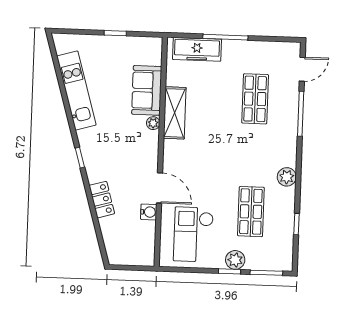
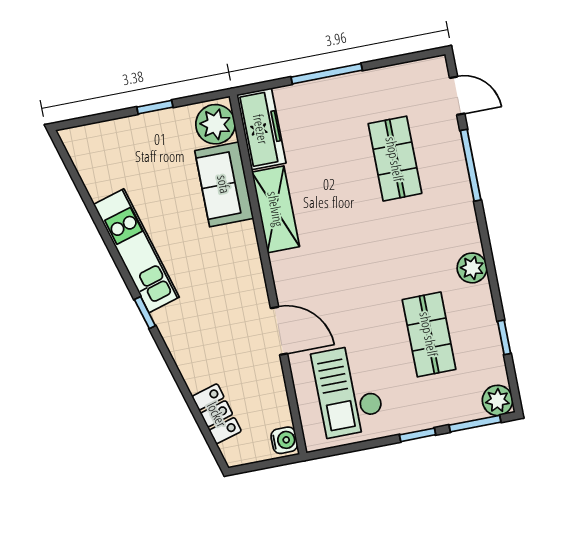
freezer: (197, 49) -> (261, 129), moved, turned -90
door: (302, 69) -> (457, 96), hinge flipped
kitchen unit: (76, 90) -> (136, 251), moved
plant: (153, 123) -> (215, 124), moved, width x1.88, depth x1.88
locker: (102, 200) -> (217, 414), moved
water cooler: (149, 212) -> (284, 440), moved
plant: (235, 260) -> (497, 400), moved

